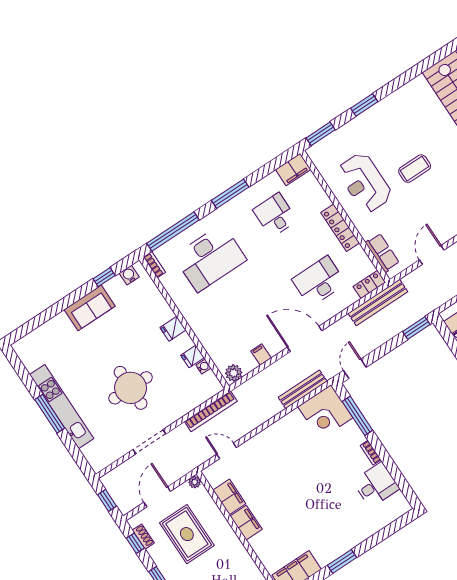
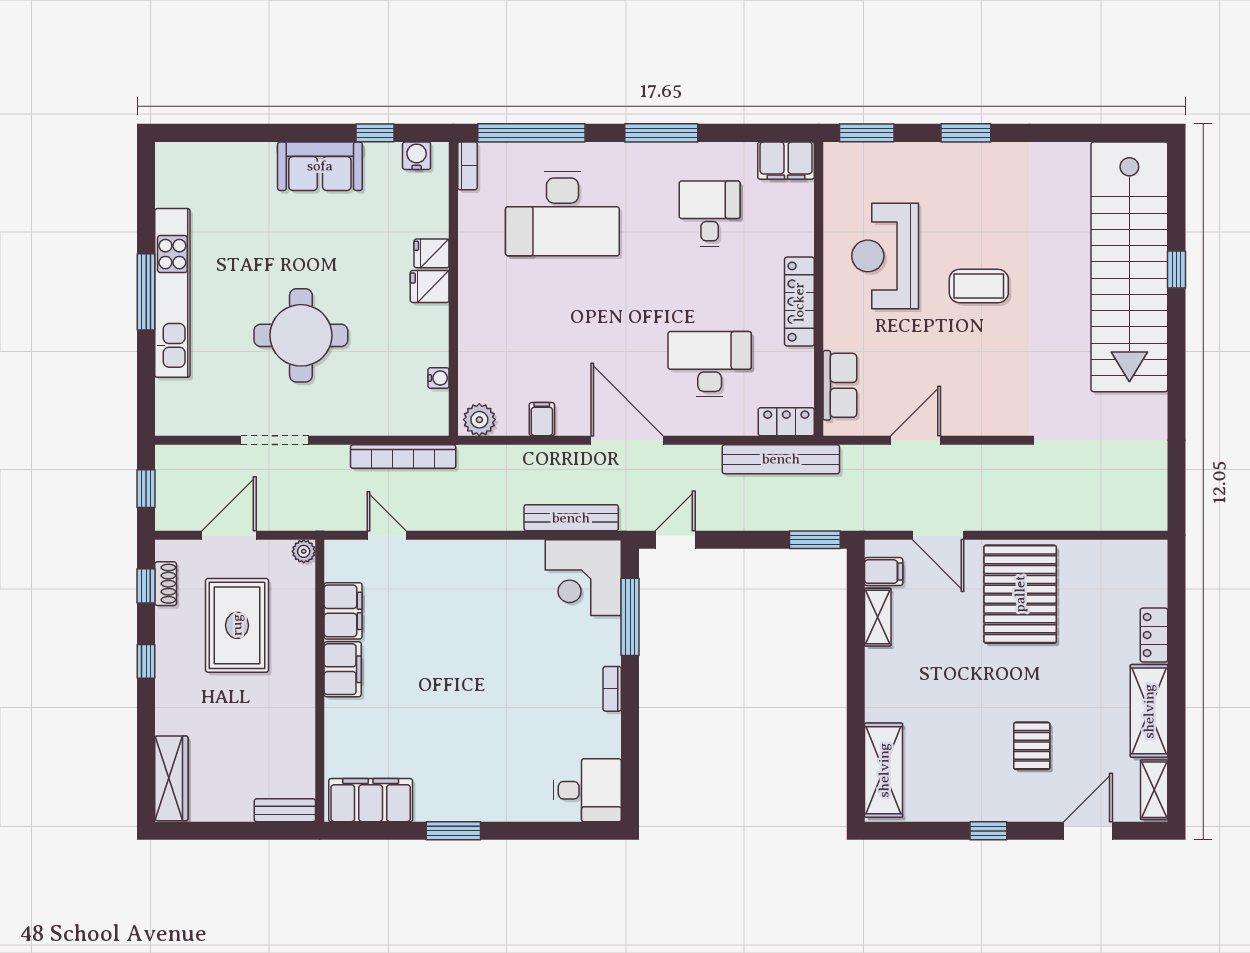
fridge: (192, 356) -> (432, 253), moved
desk: (376, 485) -> (587, 790), moved

